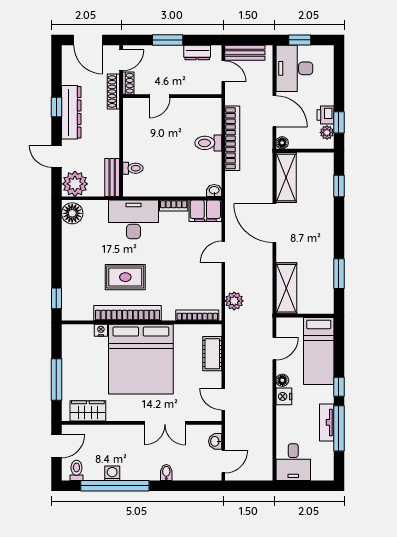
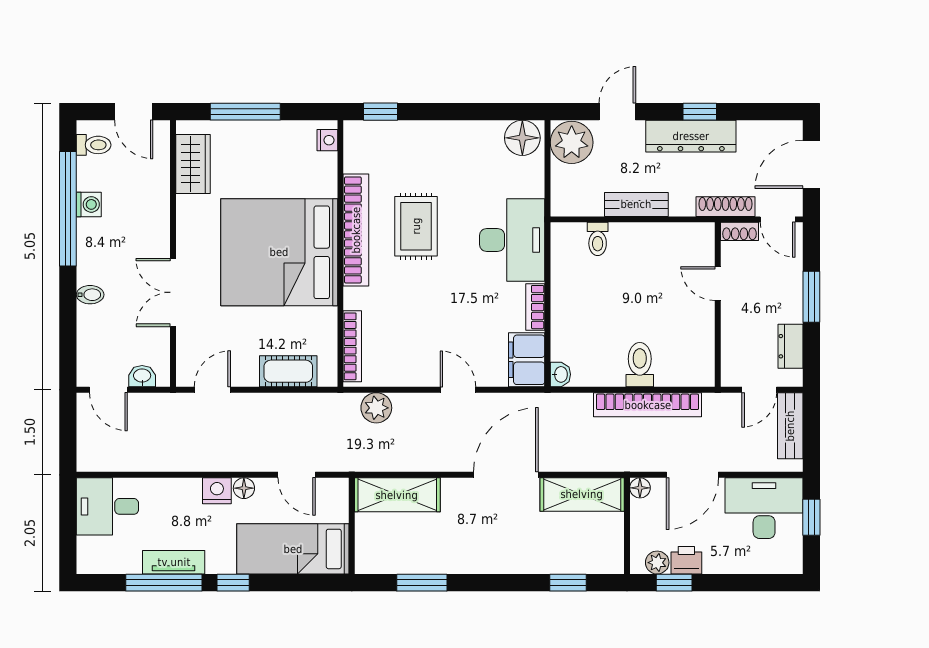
bench: (112, 178) -> (636, 204), moved
nightstand: (101, 330) -> (327, 140), moved

